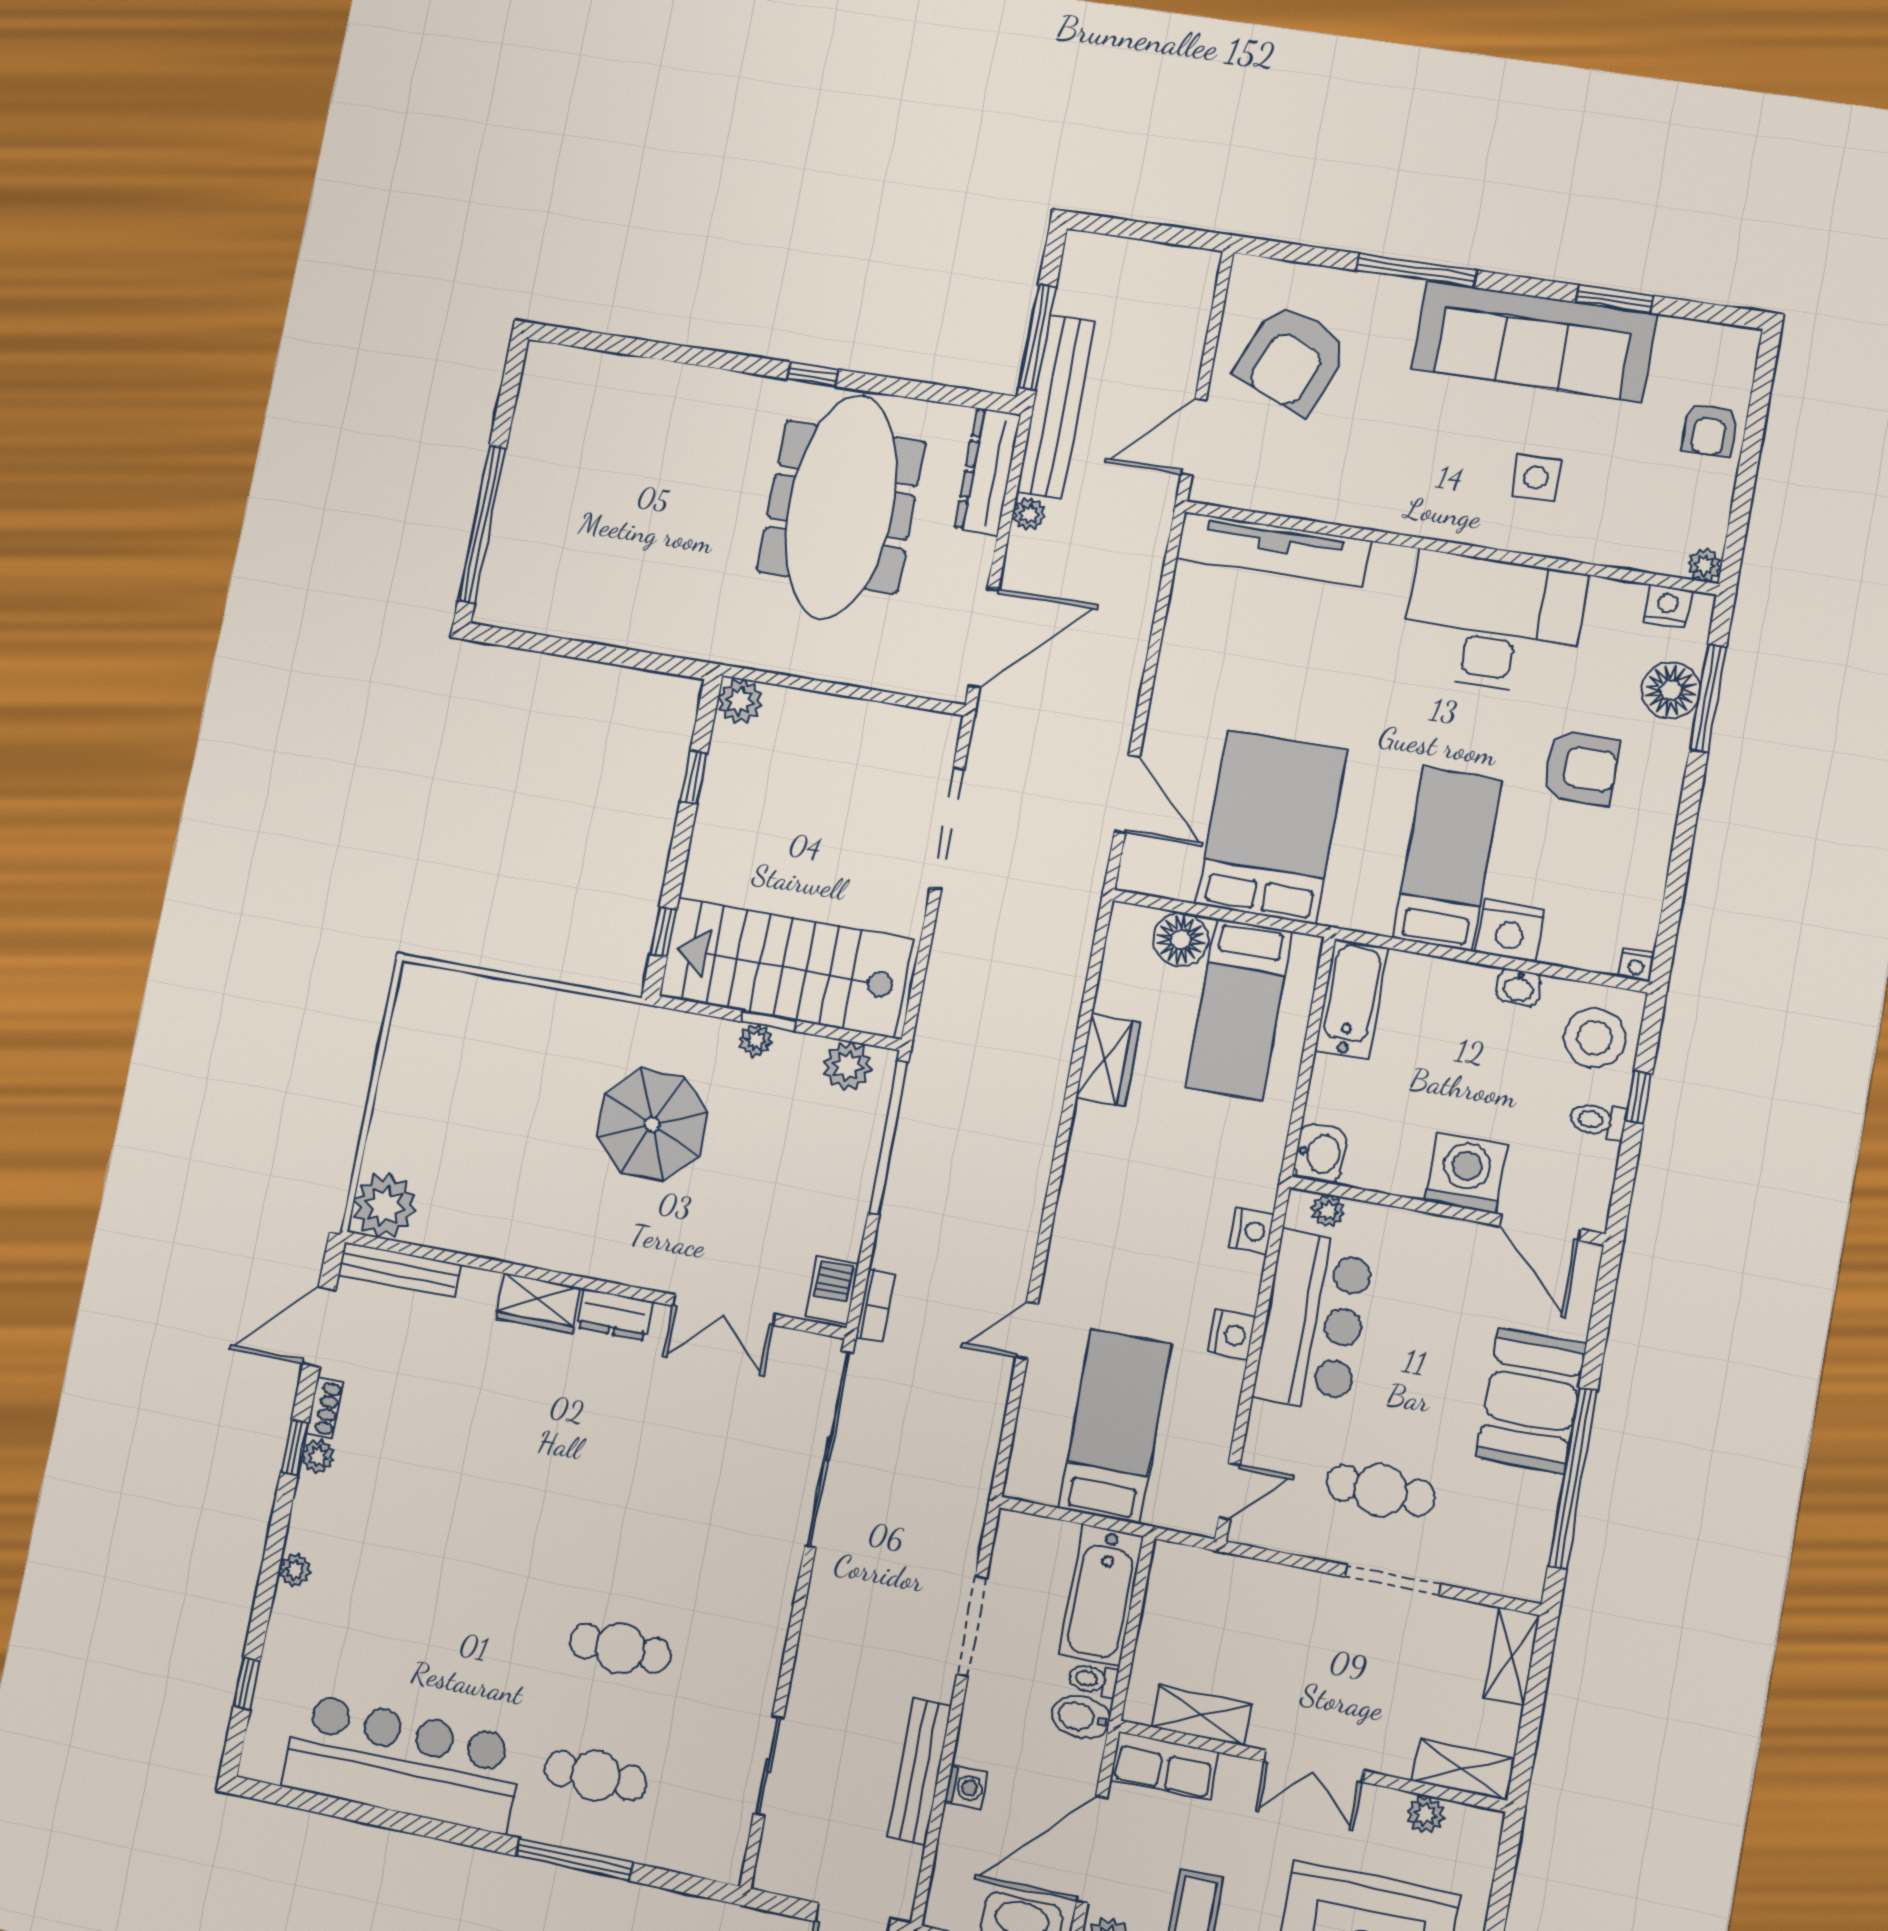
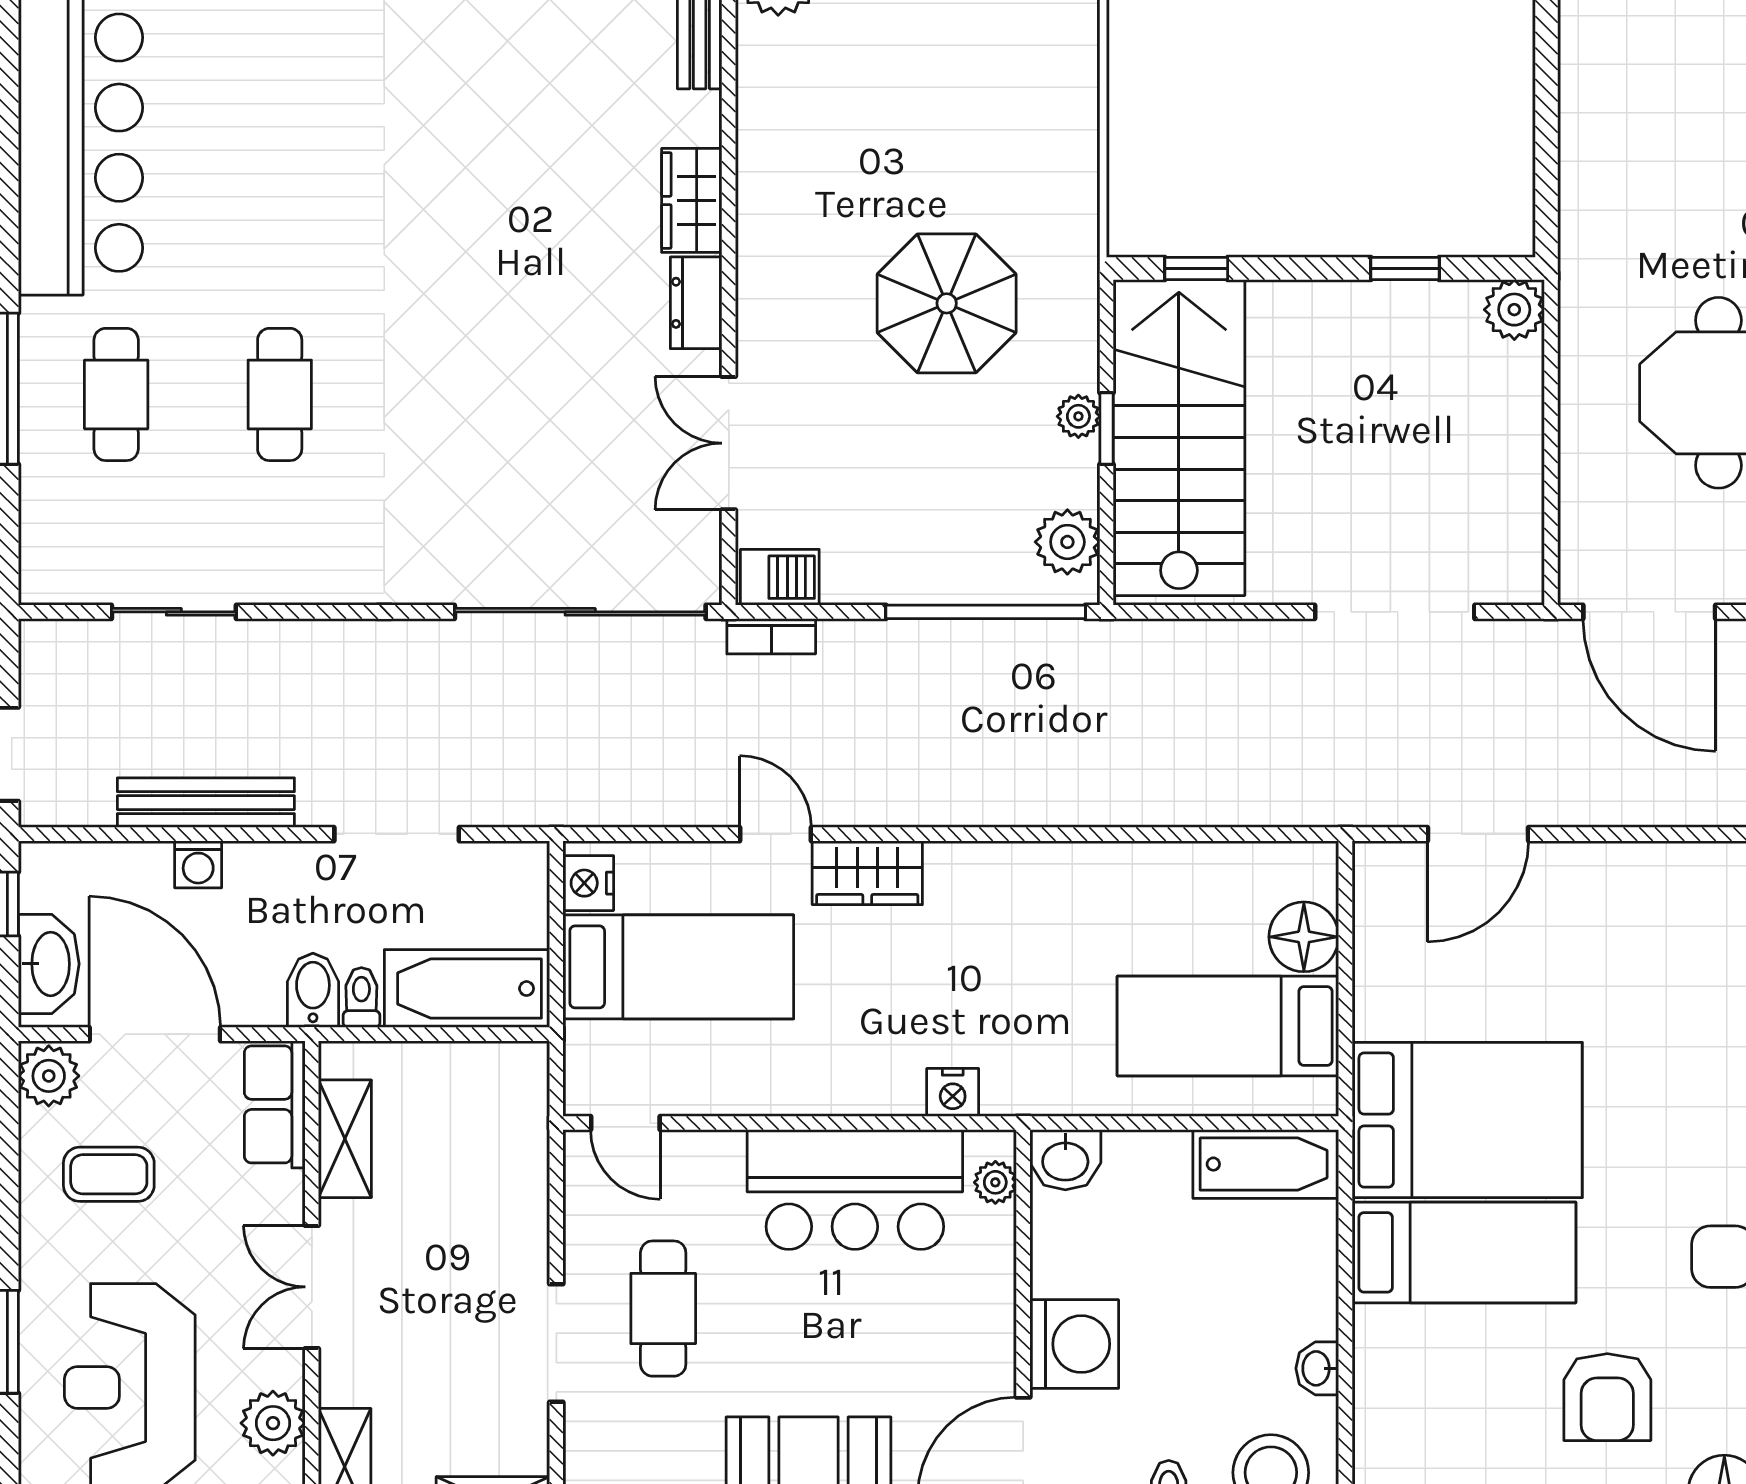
bed: (1272, 827) -> (1467, 1120), moved
nightstand: (1510, 931) -> (1386, 1345), removed
wardrobe: (1108, 1060) -> (867, 873), moved
nightstand: (1232, 1335) -> (588, 883), moved, turned 90
plant: (1425, 1814) -> (273, 1423), width x1.38, depth x1.38

